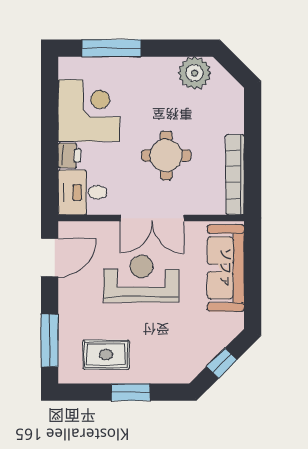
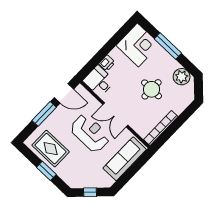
window: (112, 48) -> (168, 46), moved
corner desk: (89, 111) -> (138, 45), moved
round table: (166, 156) -> (152, 89), moved
window: (50, 341) -> (44, 114), moved
rug: (106, 355) -> (51, 149), width x1.36, depth x1.43

